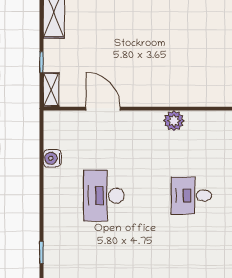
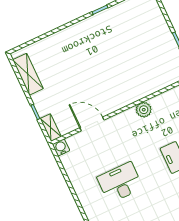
water cooler: (52, 158) -> (61, 147), moved, turned 90
desk: (104, 196) -> (120, 183), turned 90

